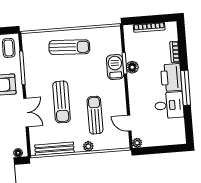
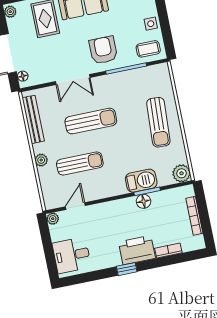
plant: (113, 33) -> (182, 173), added
window: (186, 88) -> (127, 269), width x0.46
sun lounger: (62, 102) -> (91, 121), turned 180
desk: (169, 105) -> (72, 255), moved, turned 90

